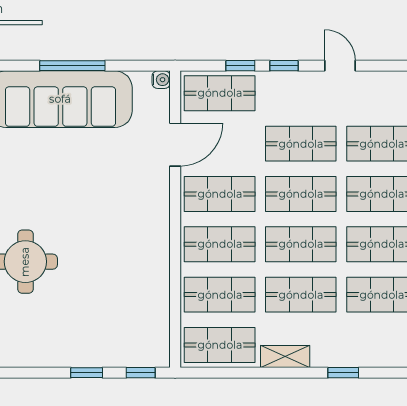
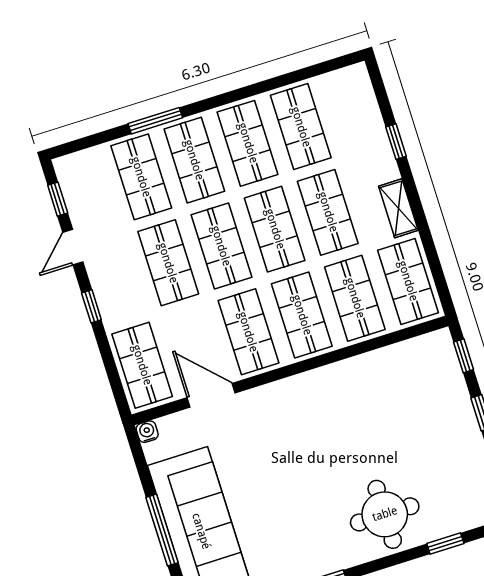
window: (240, 66) -> (58, 199), moved

